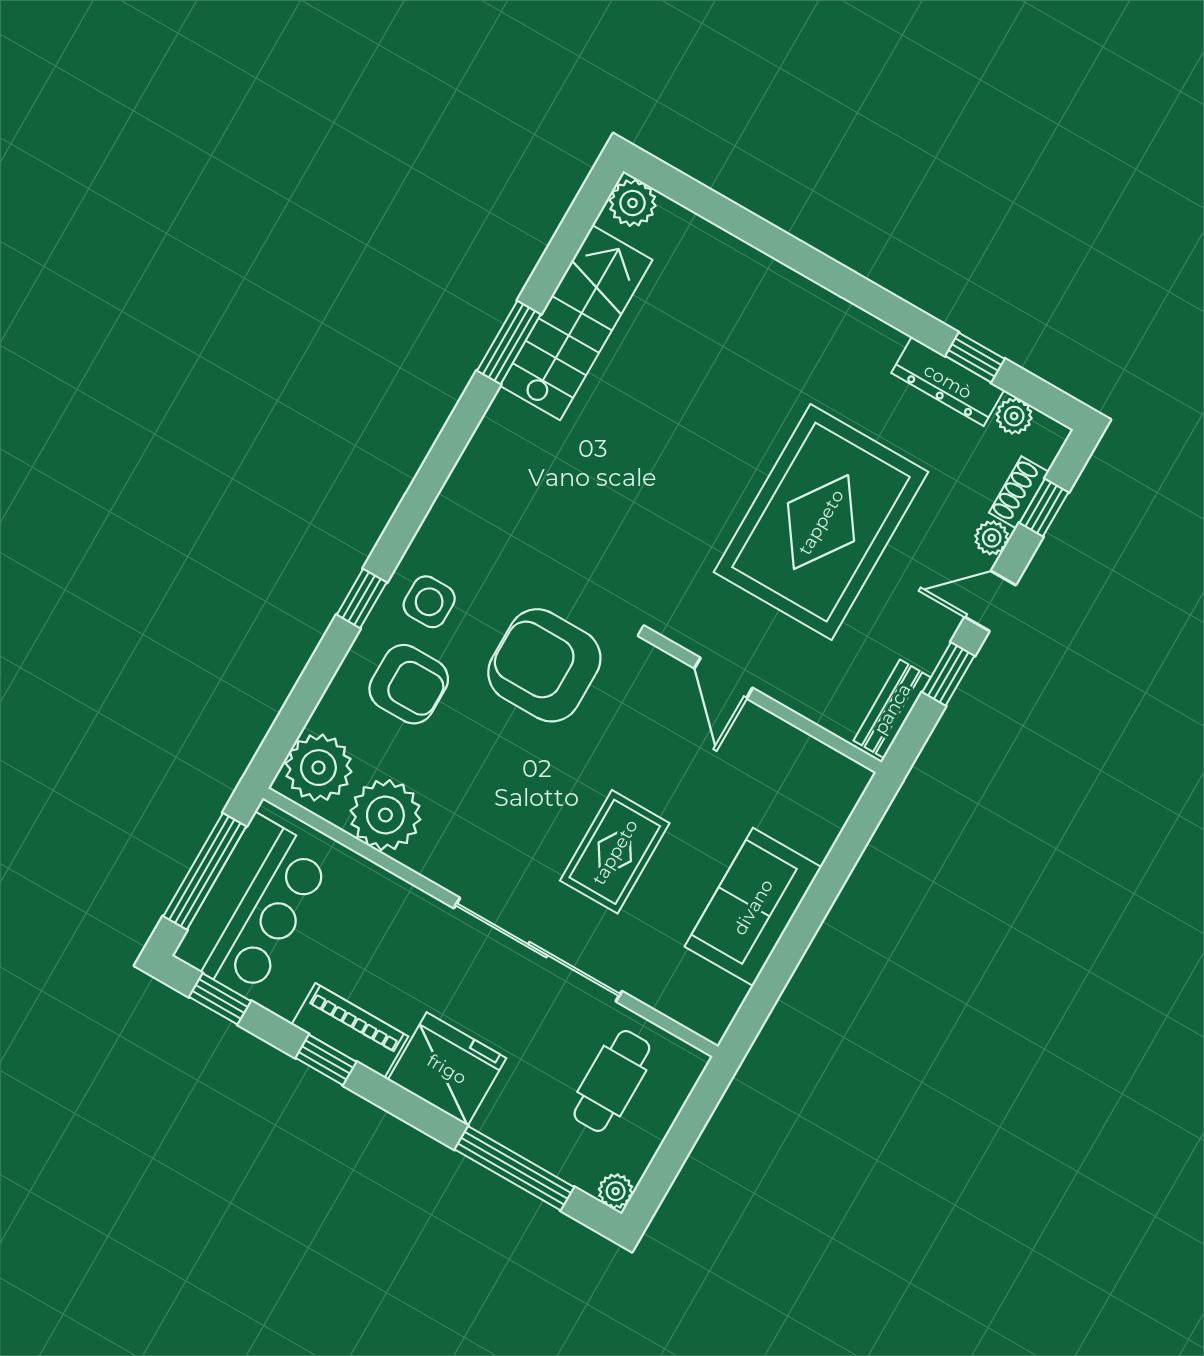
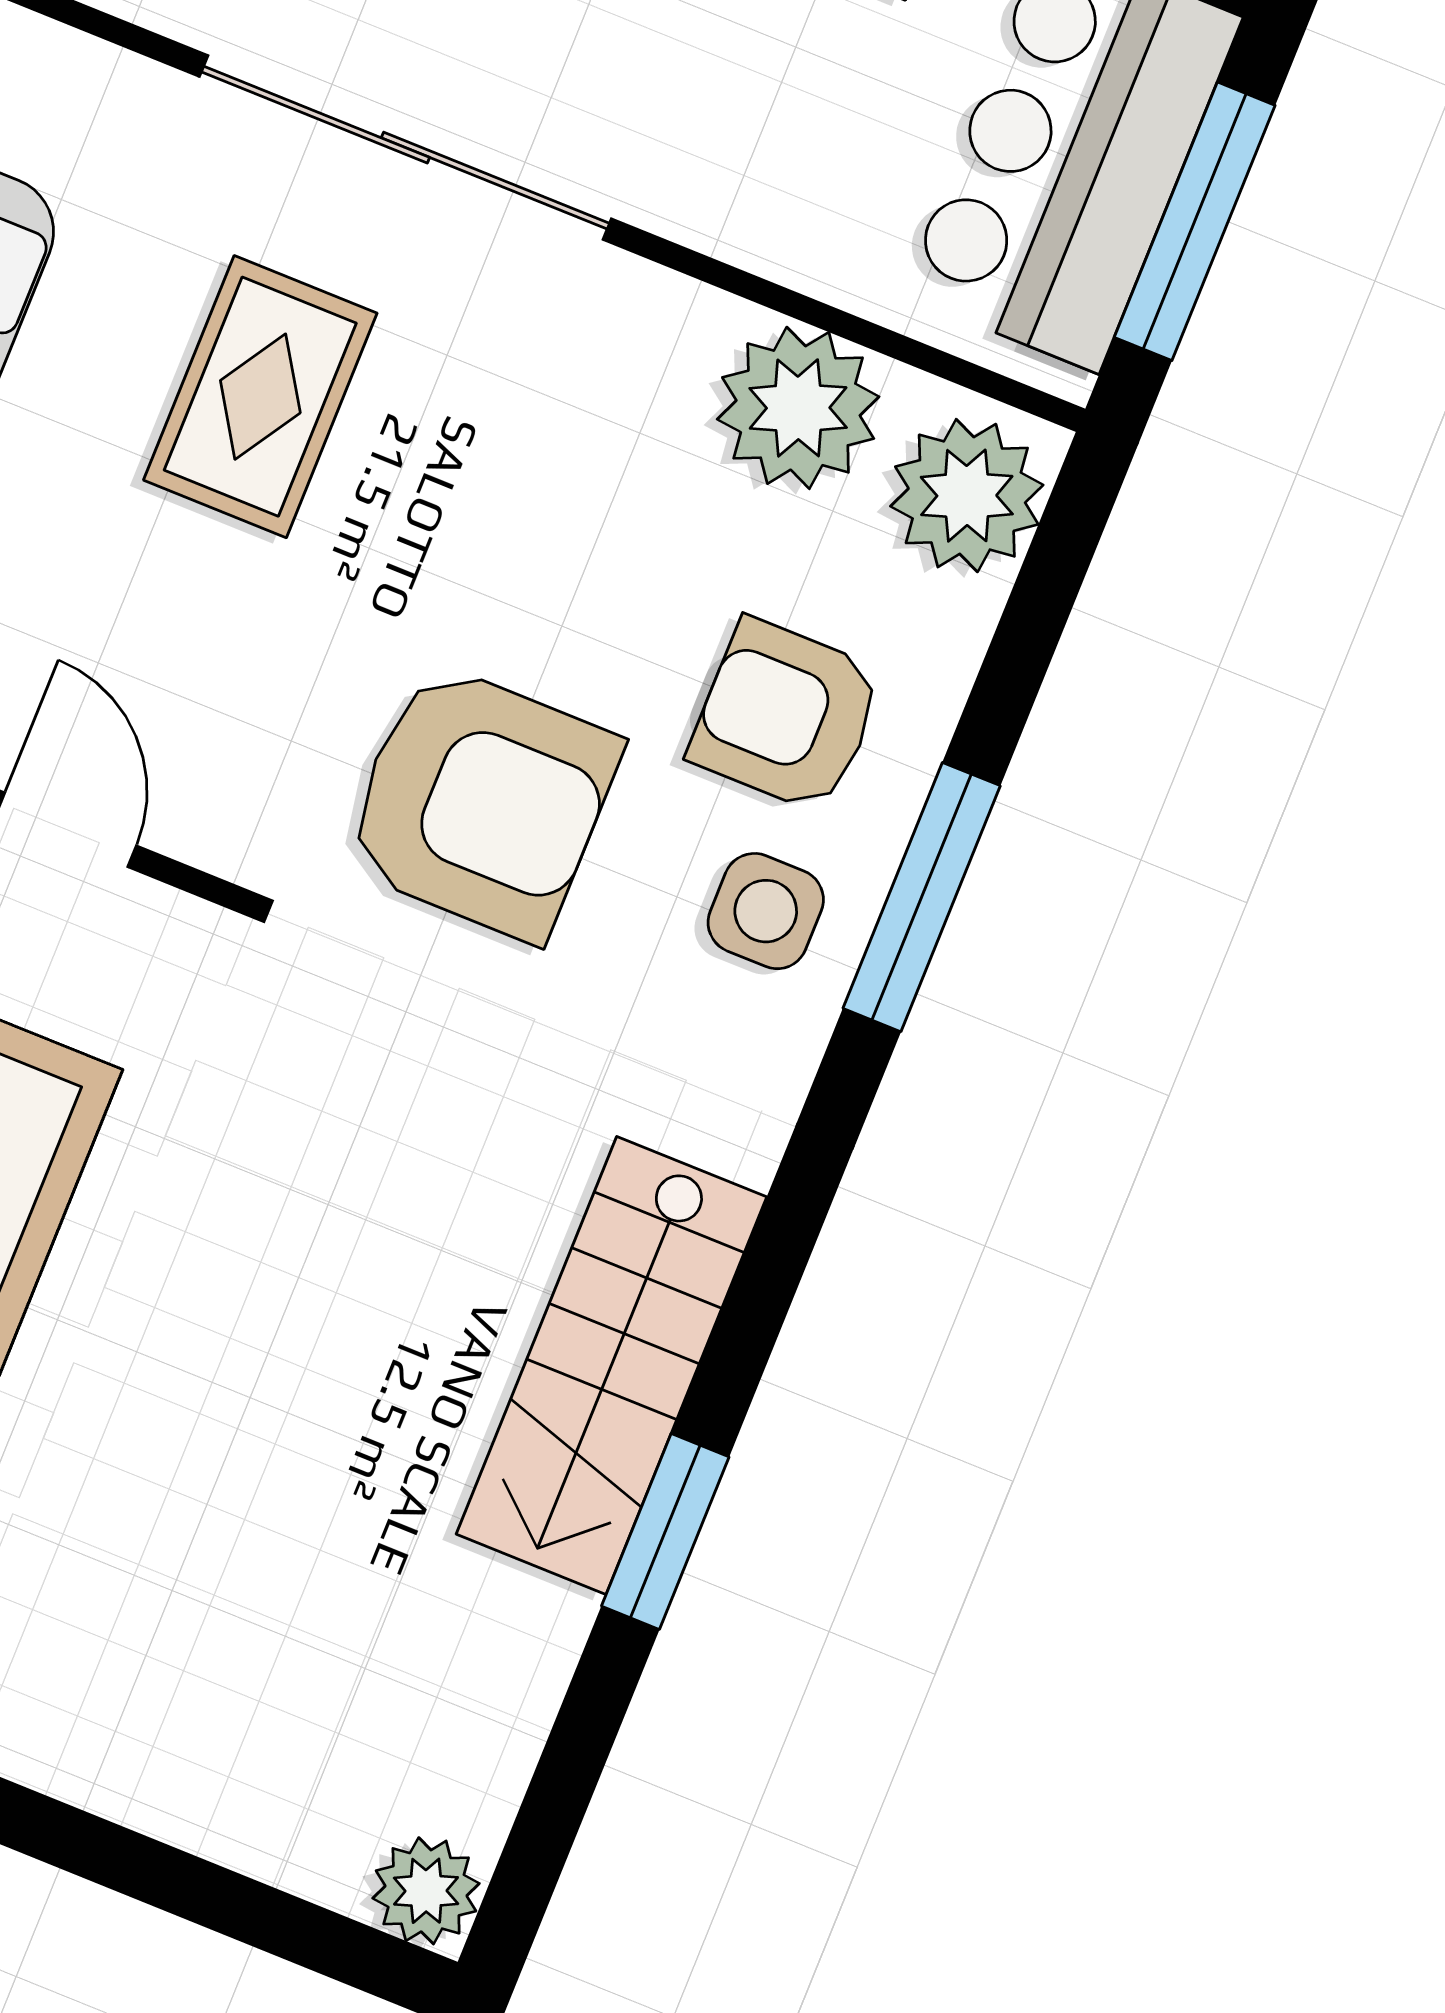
stairs: (576, 323) -> (611, 1365), moved
window: (362, 599) -> (922, 897), width x2.17

